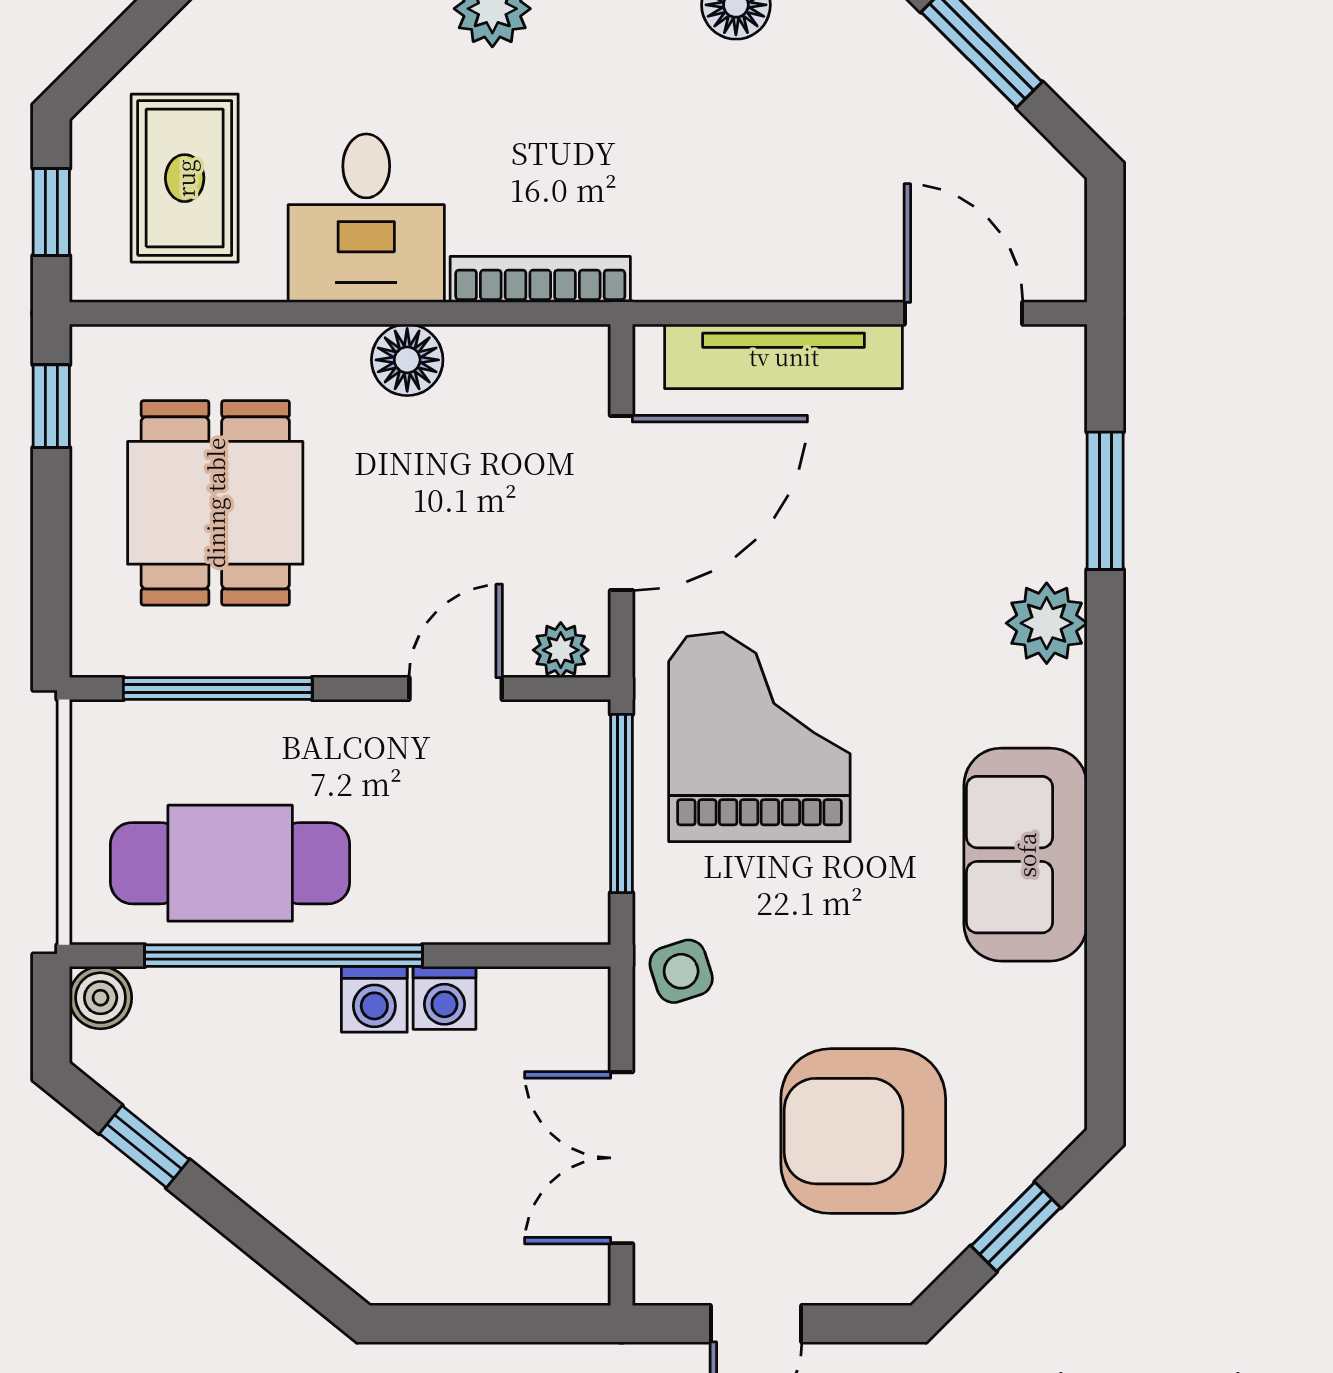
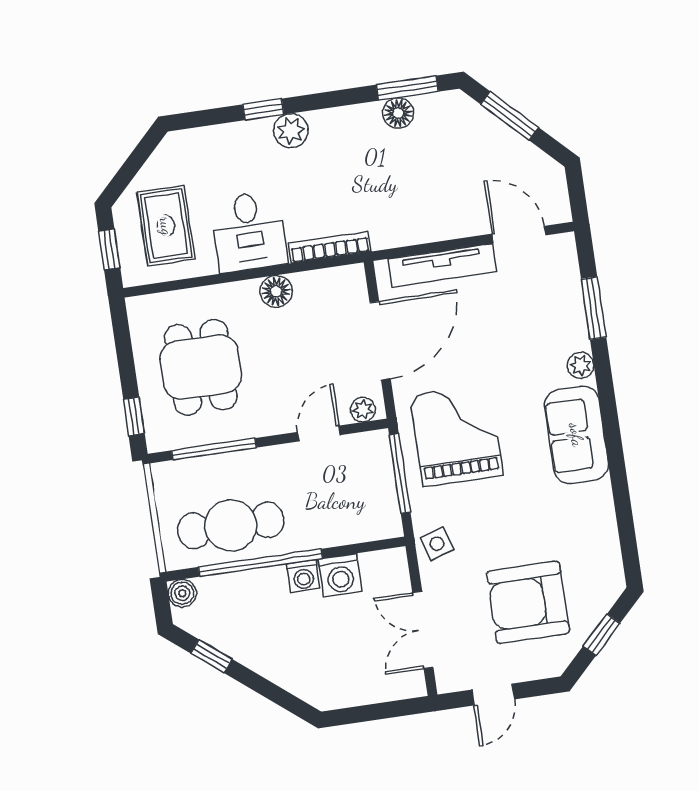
window: (51, 406) -> (134, 416), moved
plant: (1047, 623) -> (581, 365), width x0.73, depth x0.73
sofa: (1026, 855) -> (576, 435), moved
washing machine: (444, 998) -> (340, 575), width x1.38, depth x1.38

